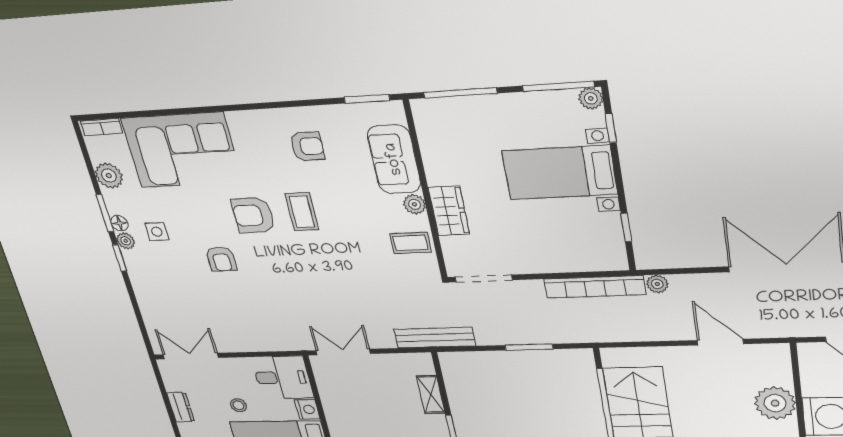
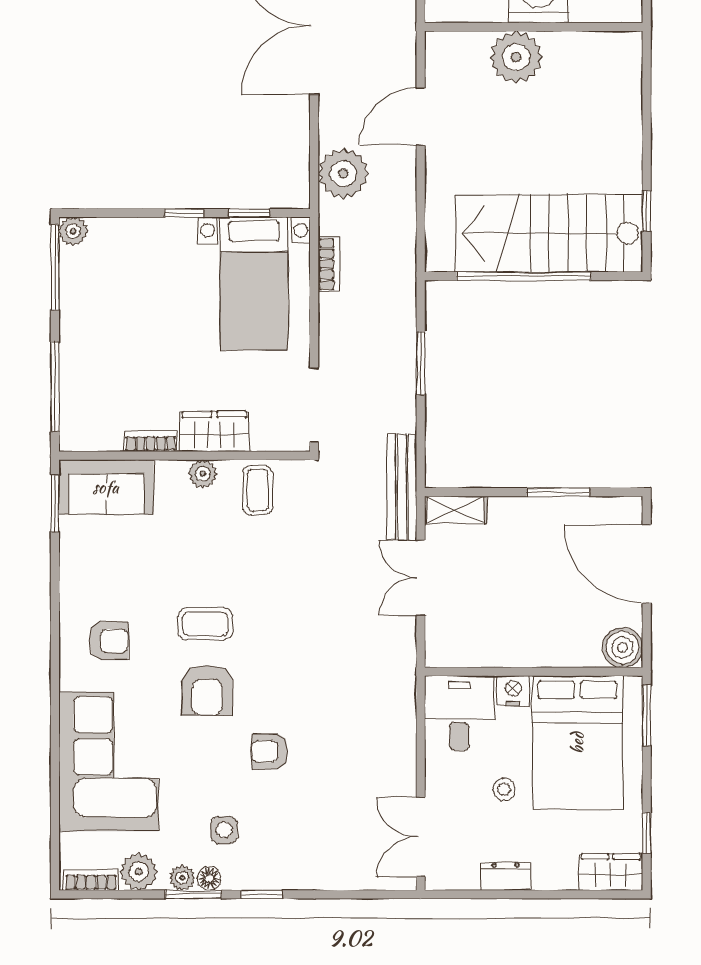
bookcase: (102, 127) -> (91, 880), moved, turned -90
window: (611, 128) -> (184, 213), moved
armchair: (307, 146) -> (109, 641), moved, turned 90
sofa: (394, 159) -> (106, 487), moved
bookcase: (432, 166) -> (151, 441), added
bed with nightstands: (560, 173) -> (254, 283), moved
plant: (126, 241) -> (182, 878), moved
armchair: (221, 259) -> (270, 751), turned 180
plant: (657, 284) -> (343, 173), width x1.87, depth x1.87
bookcase: (595, 287) -> (329, 264), width x0.43, depth x0.76
double door: (343, 352) -> (421, 578), moved
shelving: (431, 395) -> (456, 510), moved

